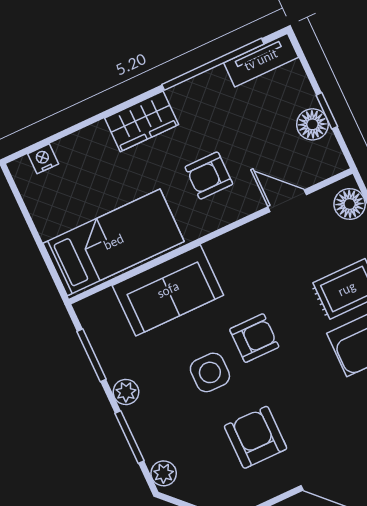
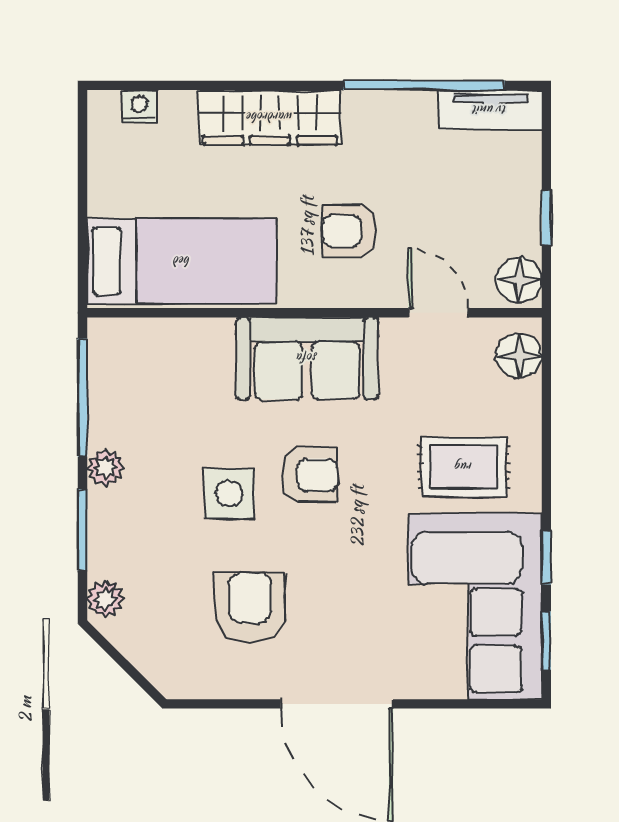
wardrobe: (142, 121) -> (270, 117), width x1.50
floor lamp: (312, 124) -> (519, 280), moved
sofa: (168, 290) -> (307, 358), moved
window: (92, 355) -> (83, 398), width x1.44

